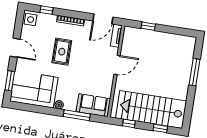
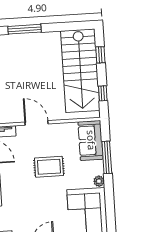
rug: (62, 52) -> (49, 167), moved

